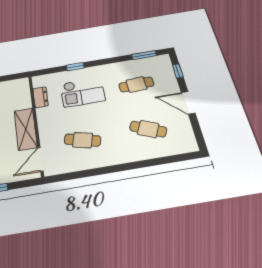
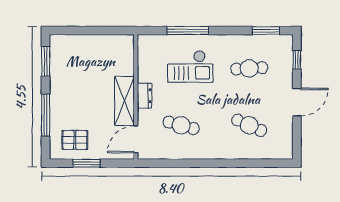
window: (75, 67) -> (188, 31), width x2.17
dresser: (41, 97) -> (144, 96), moved
door: (188, 103) -> (297, 102), swing flipped

